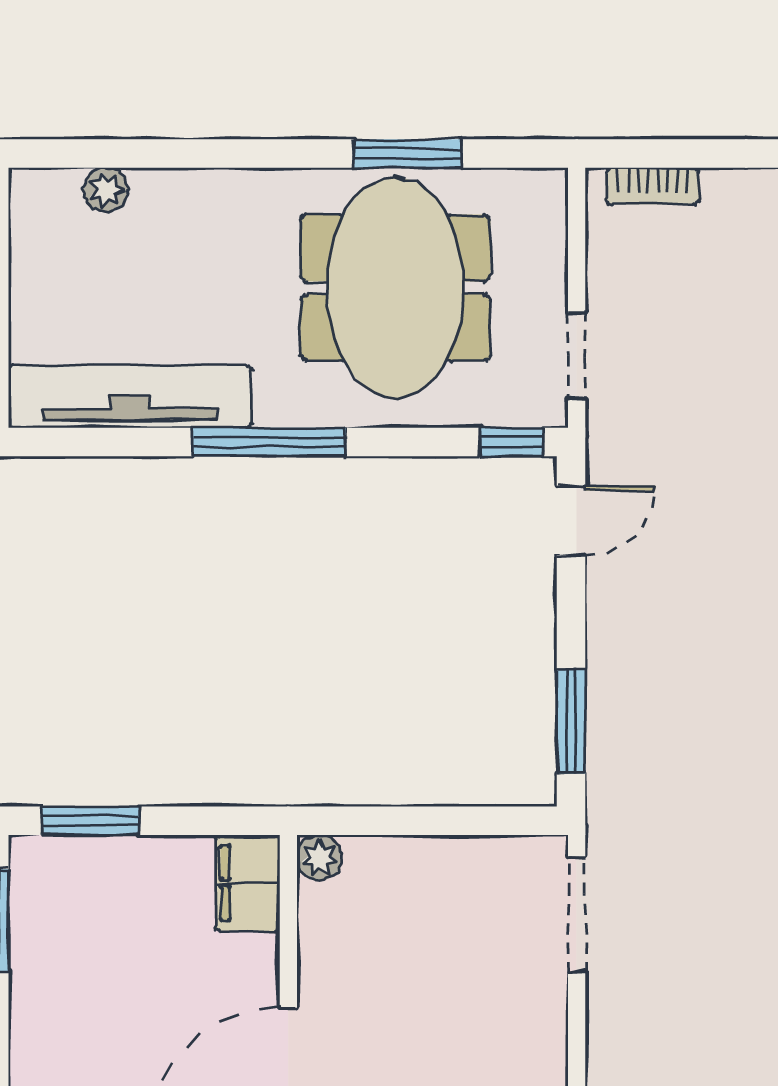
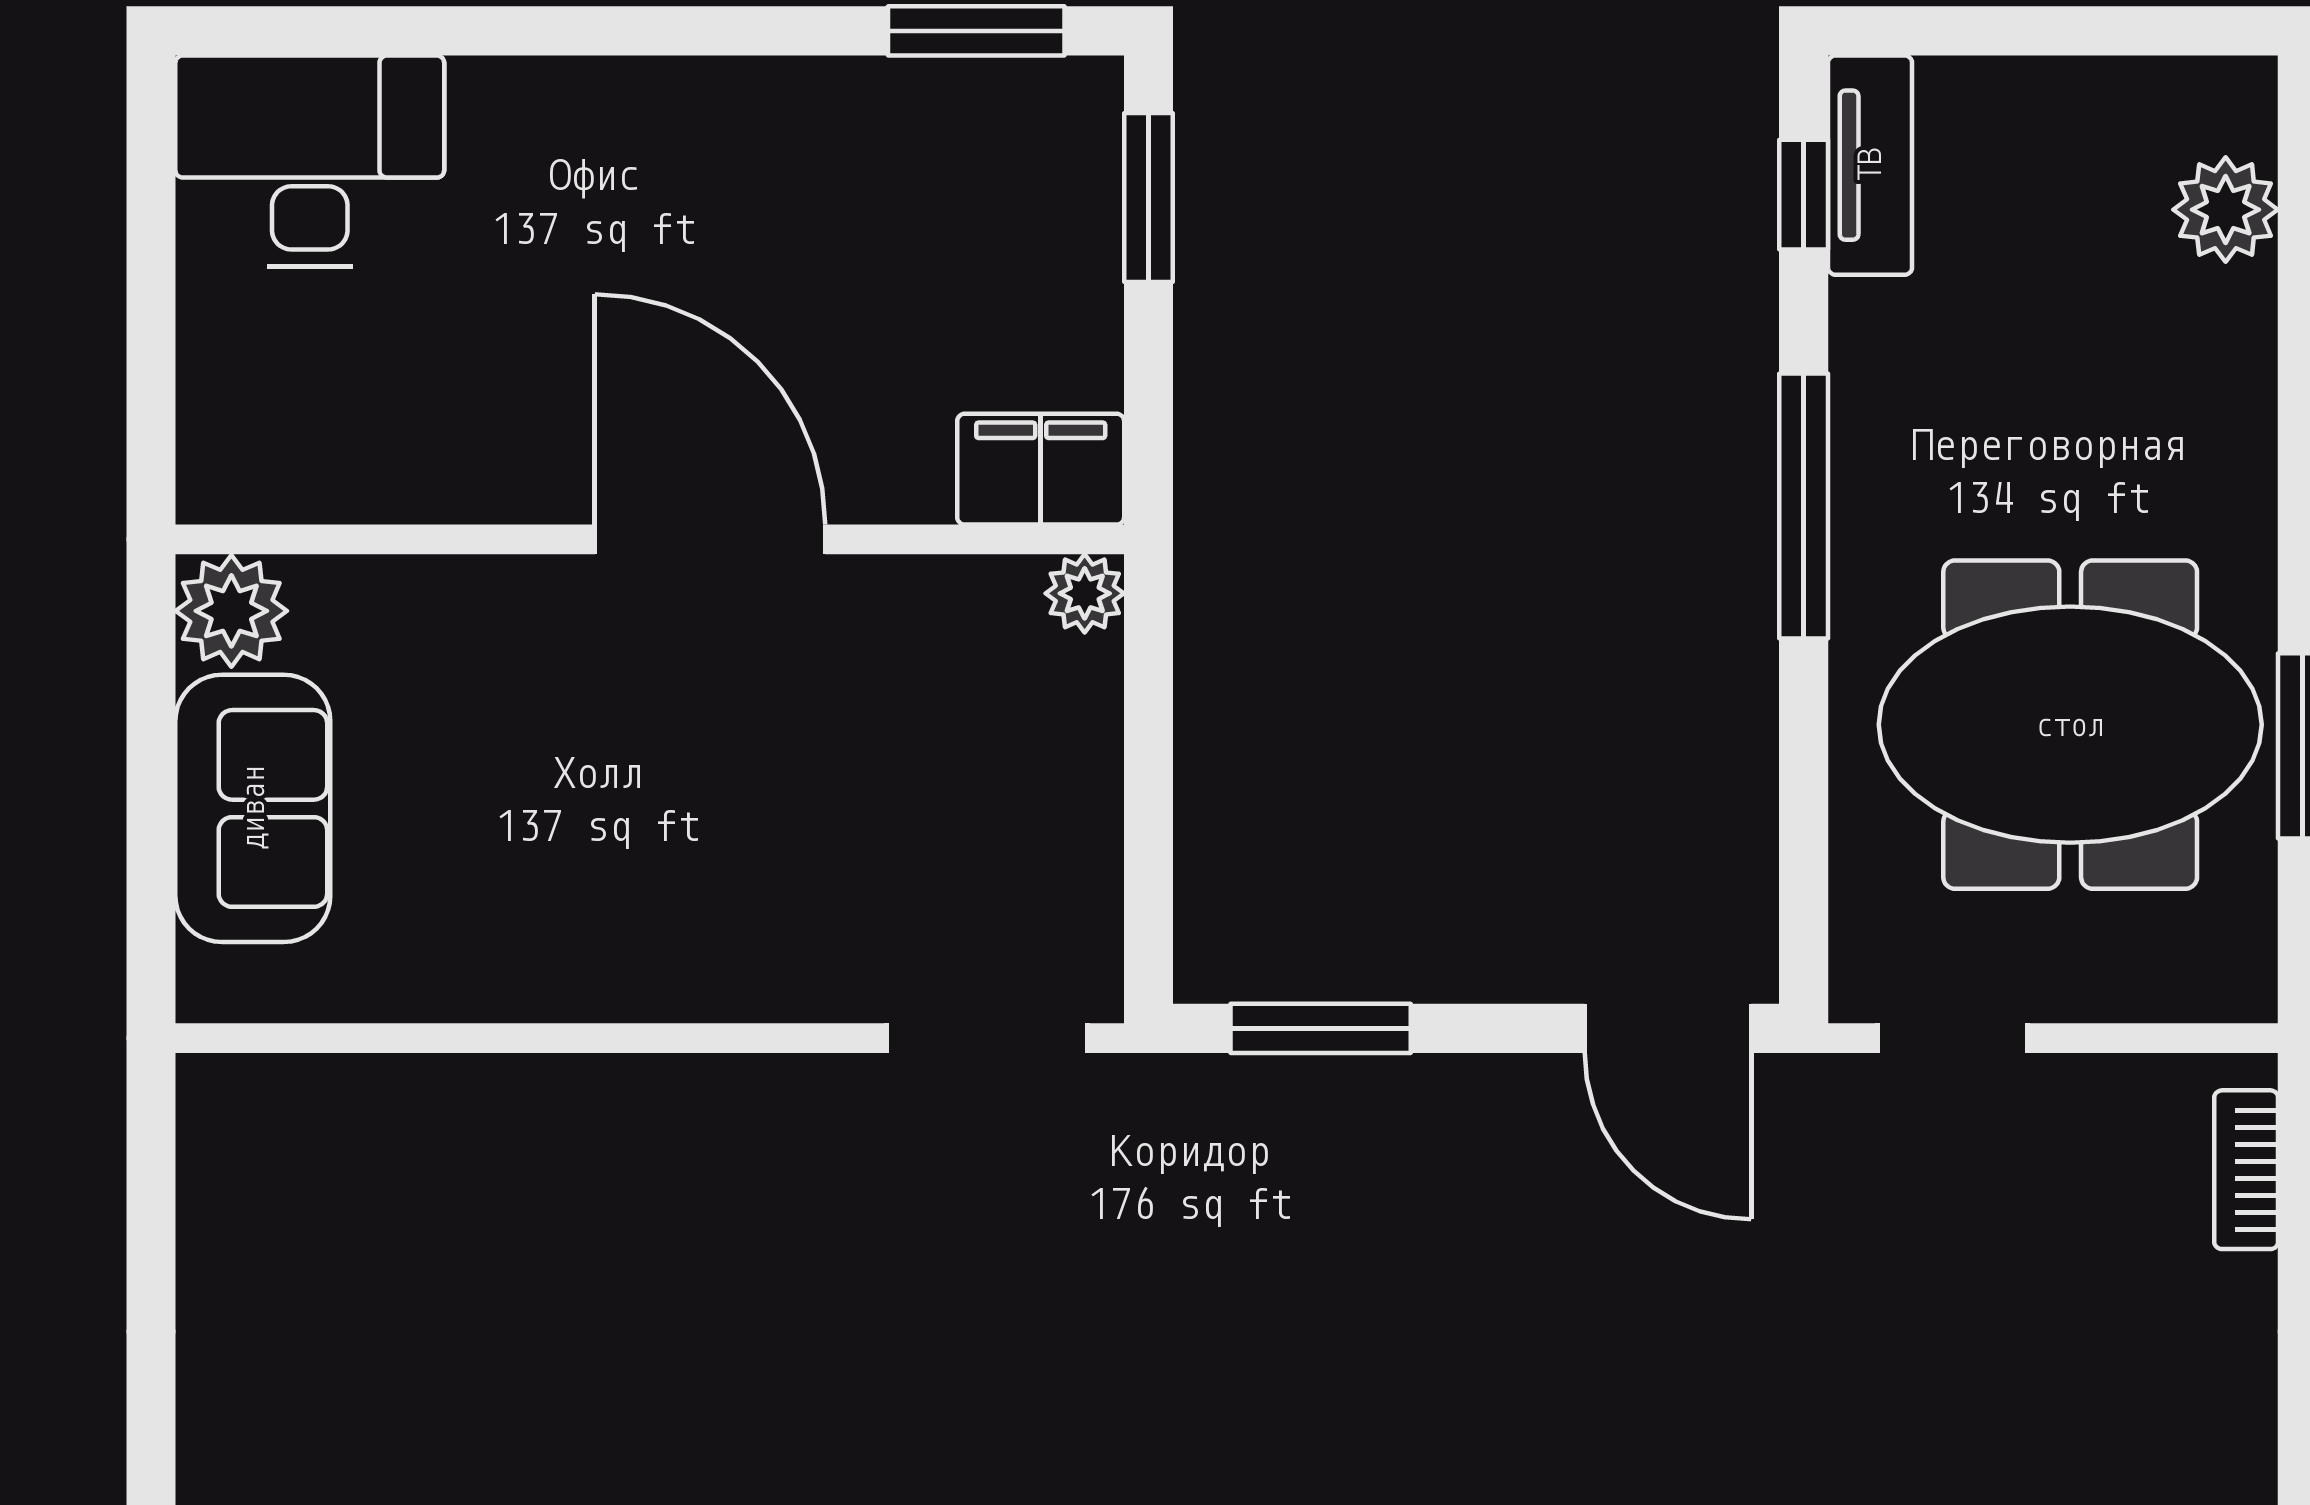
plant: (106, 190) -> (2226, 210), width x1.38, depth x1.38
tv unit: (130, 397) -> (1870, 165), width x0.52, depth x0.78
window: (512, 442) -> (1804, 195), moved
door: (571, 521) -> (1668, 1028), width x1.38

